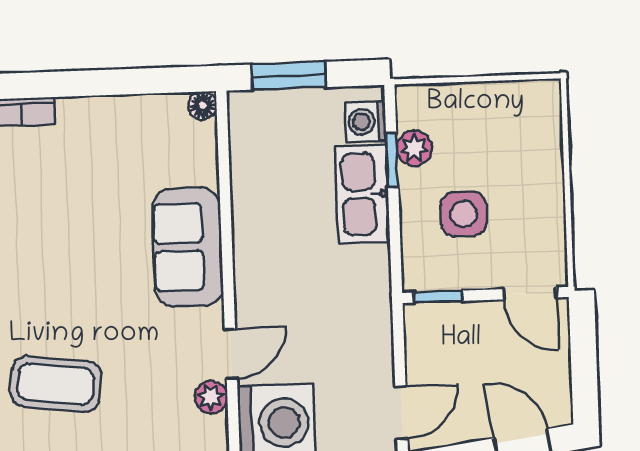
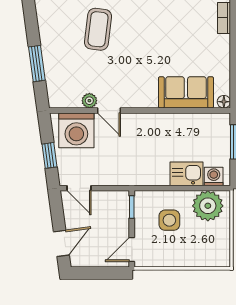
plant: (414, 148) -> (208, 206), width x1.88, depth x1.88
window: (392, 160) -> (196, 188), removed
kitchen sink: (362, 194) -> (186, 174), width x0.73
sofa: (188, 247) -> (186, 92), moved

